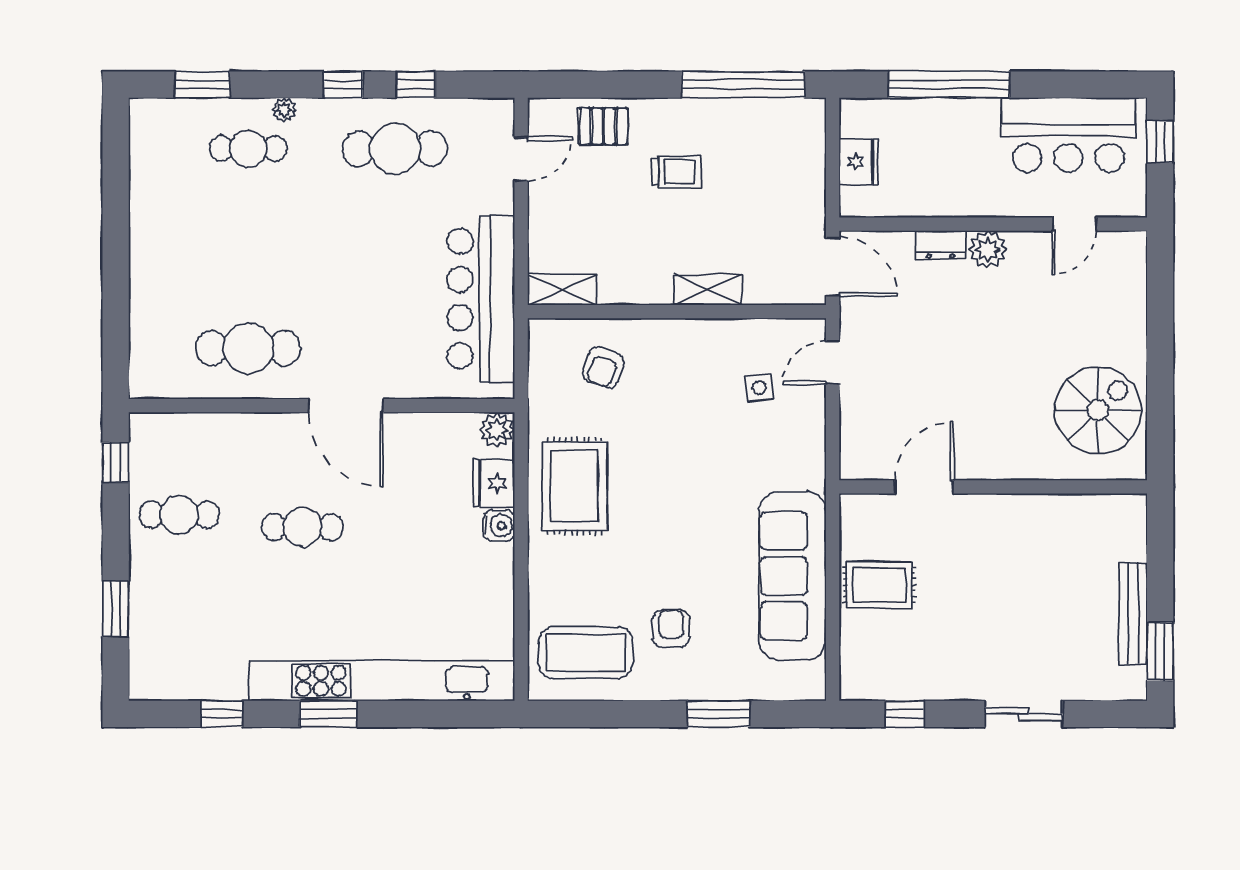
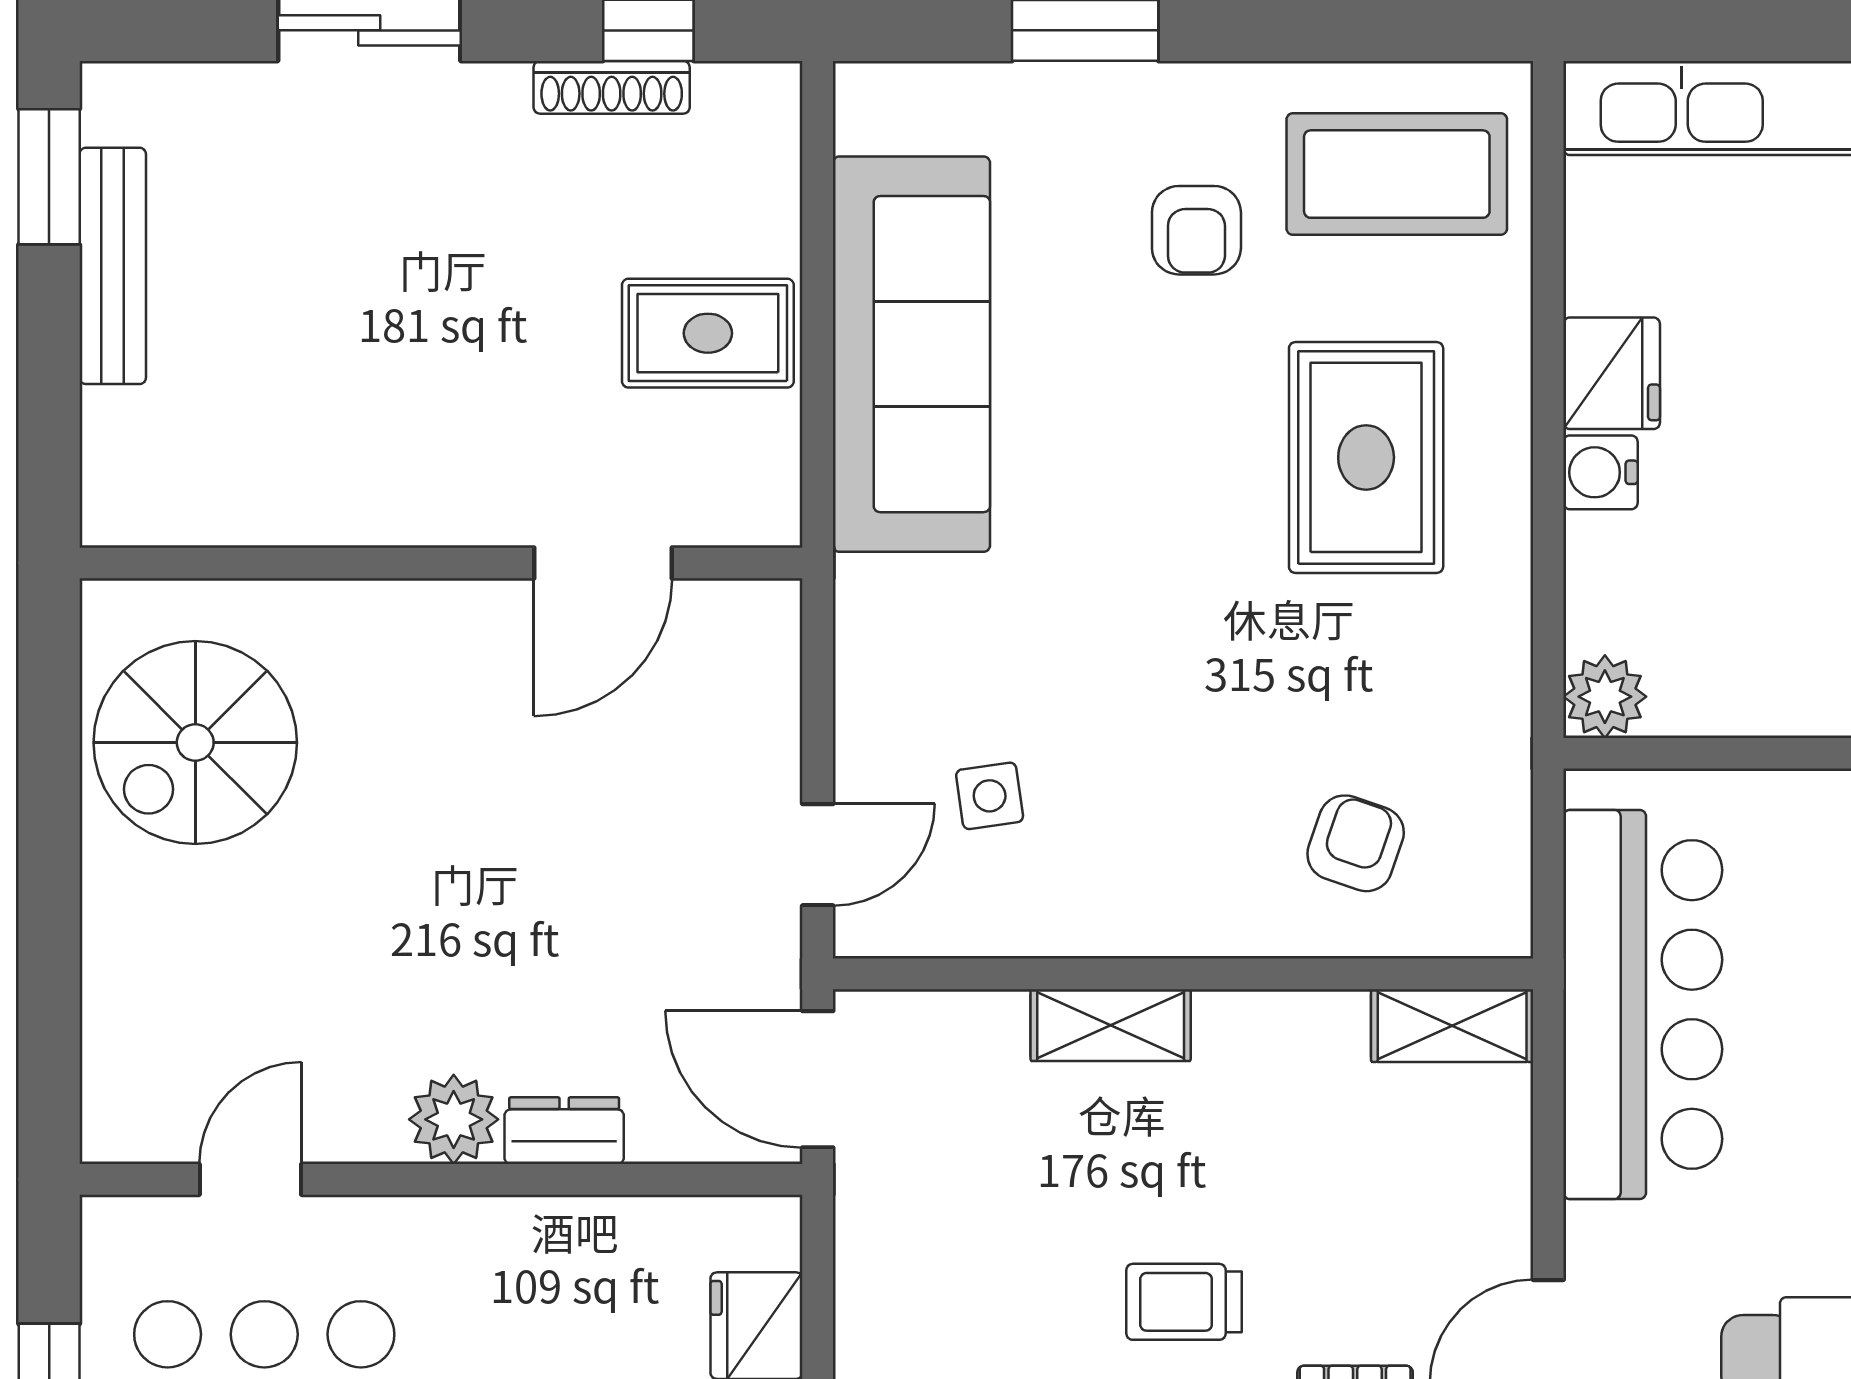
fridge: (494, 483) -> (1612, 373), moved
rug: (574, 486) -> (1366, 457), moved
shoe rack: (920, 690) -> (612, 87), added

